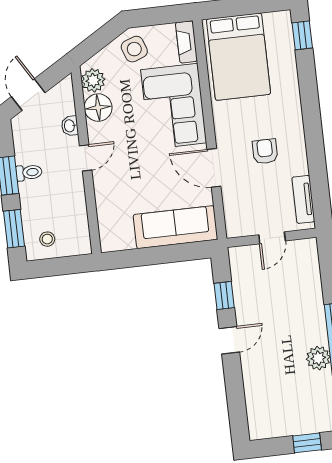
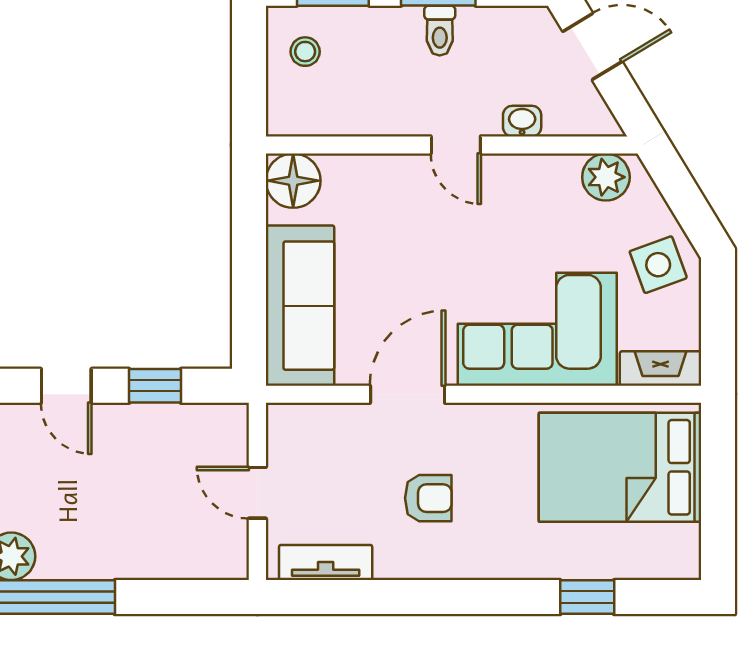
window: (302, 35) -> (587, 597), moved
floor lamp: (98, 108) -> (293, 181), moved

